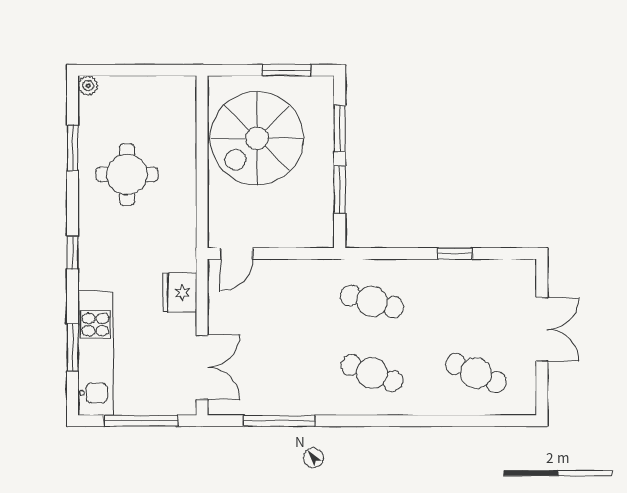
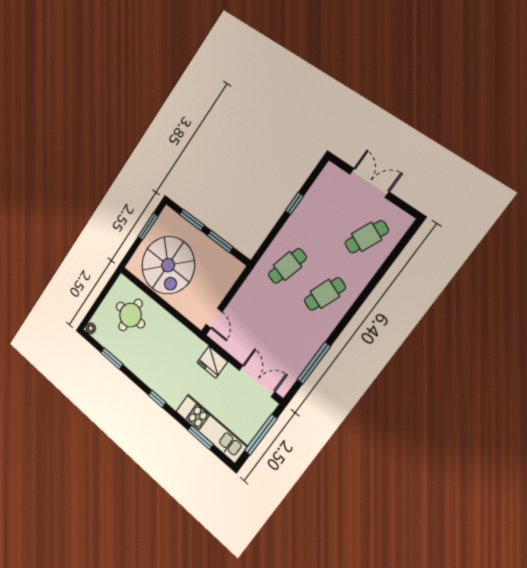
round table: (127, 174) -> (130, 315), moved

